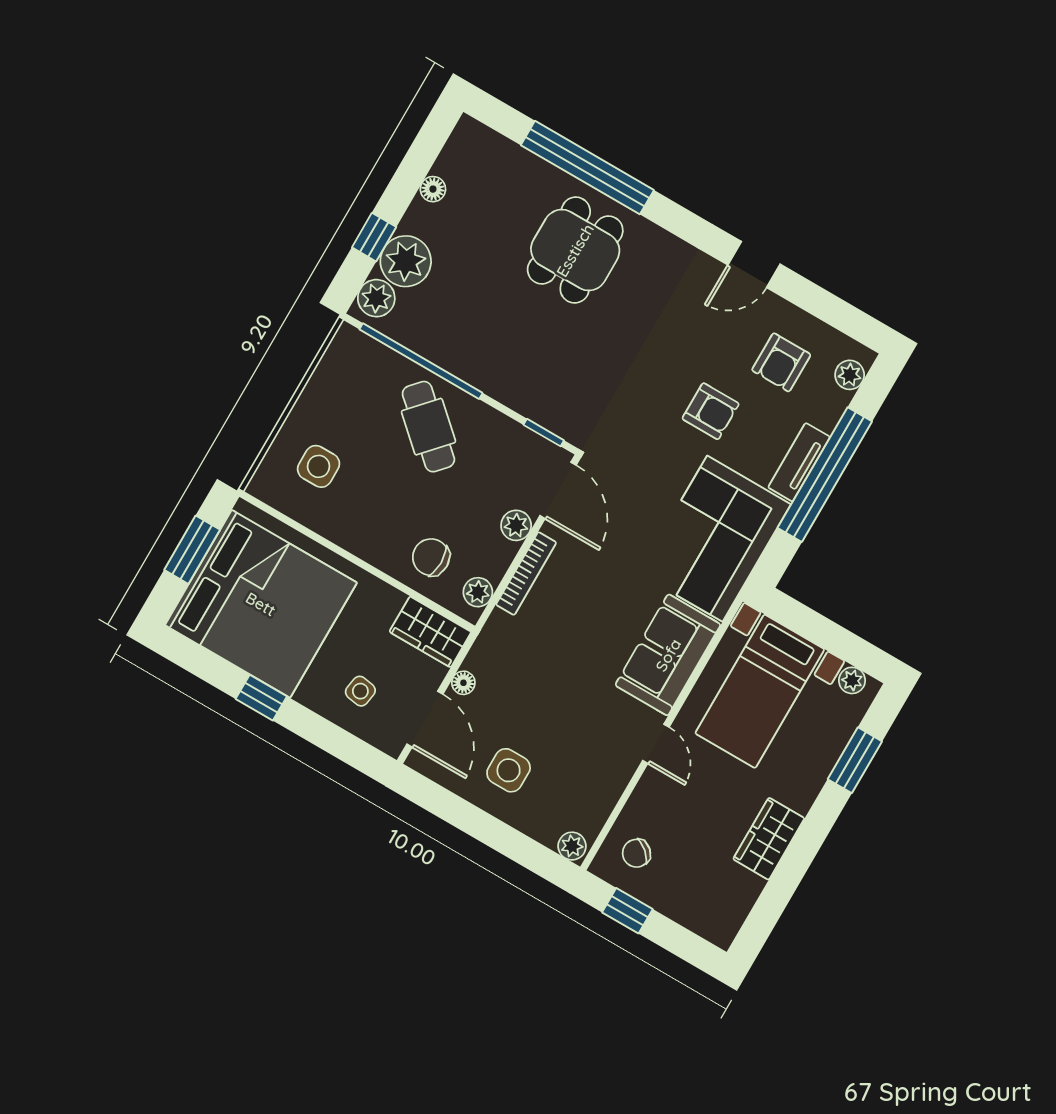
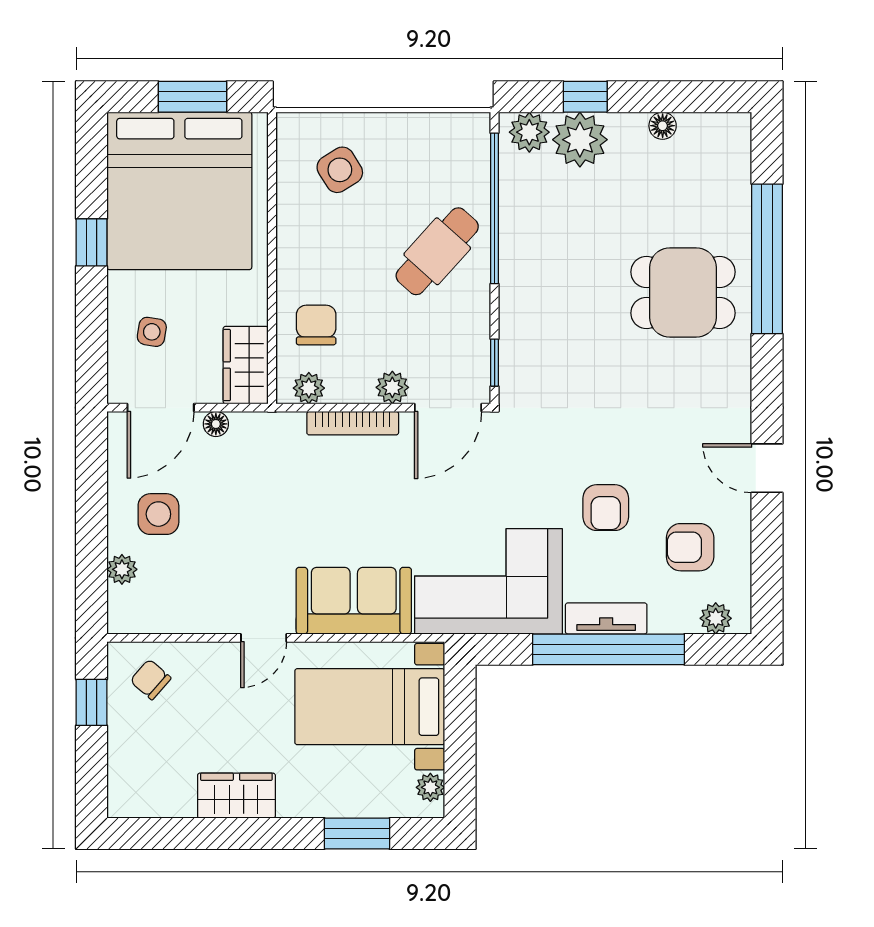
side table: (319, 466) -> (340, 170), turned -32
plant: (572, 846) -> (122, 569), moved

